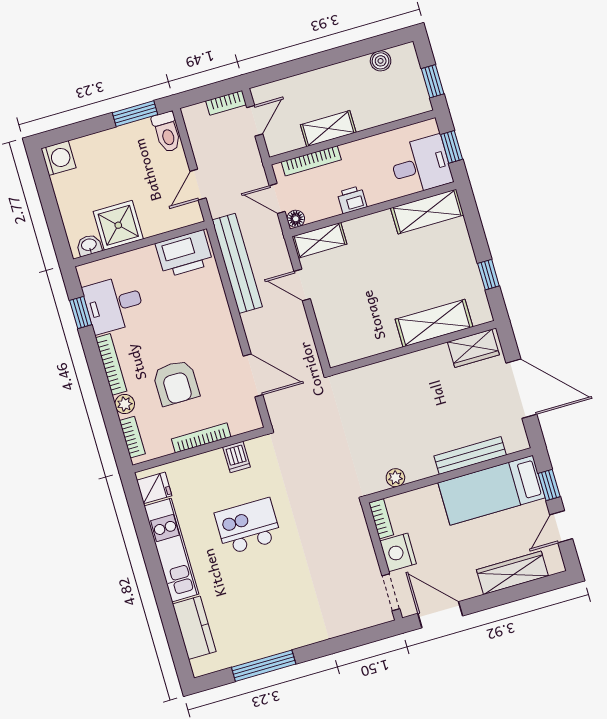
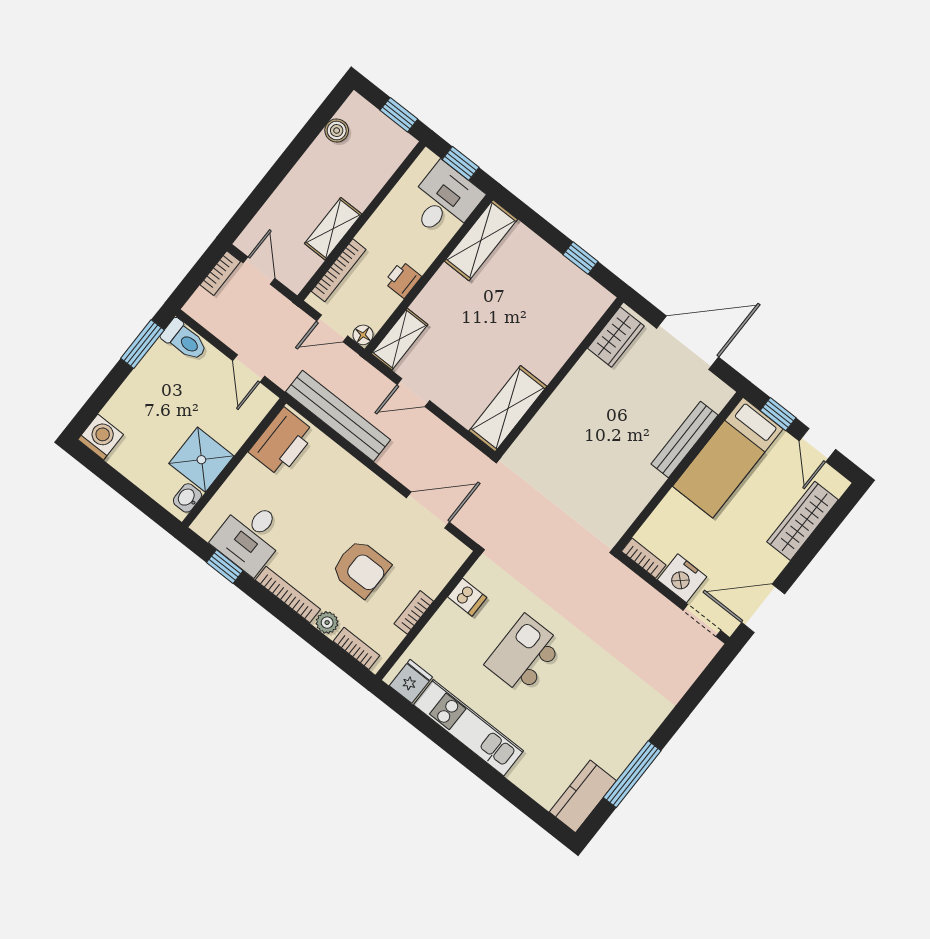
shelving: (434, 323) -> (508, 409), moved
bookcase: (201, 438) -> (414, 612), width x0.64
plant: (395, 478) -> (630, 510), removed
kitchen counter: (194, 628) -> (583, 796), moved, turned -90

